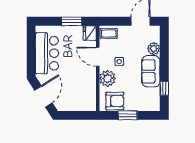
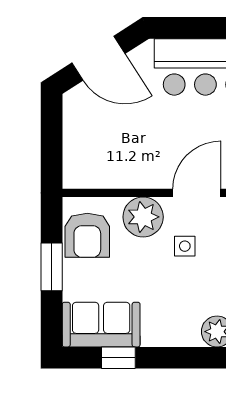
sofa: (151, 71) -> (101, 325), moved

